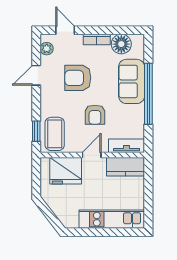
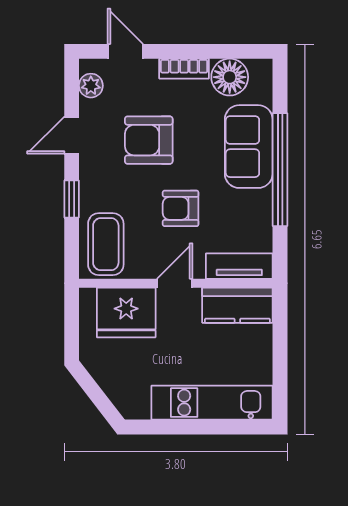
armchair: (95, 115) -> (181, 208), turned 90
window: (36, 131) -> (72, 199), moved

